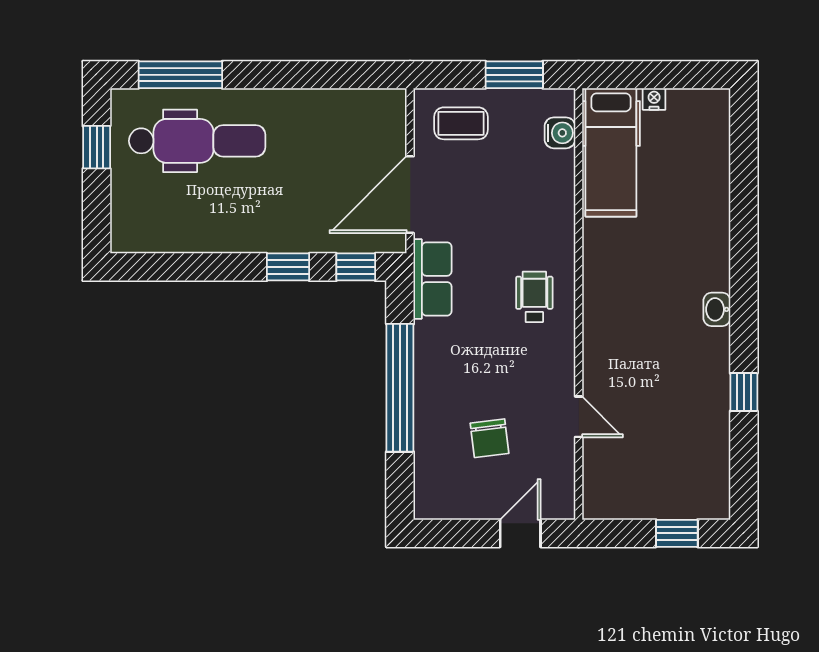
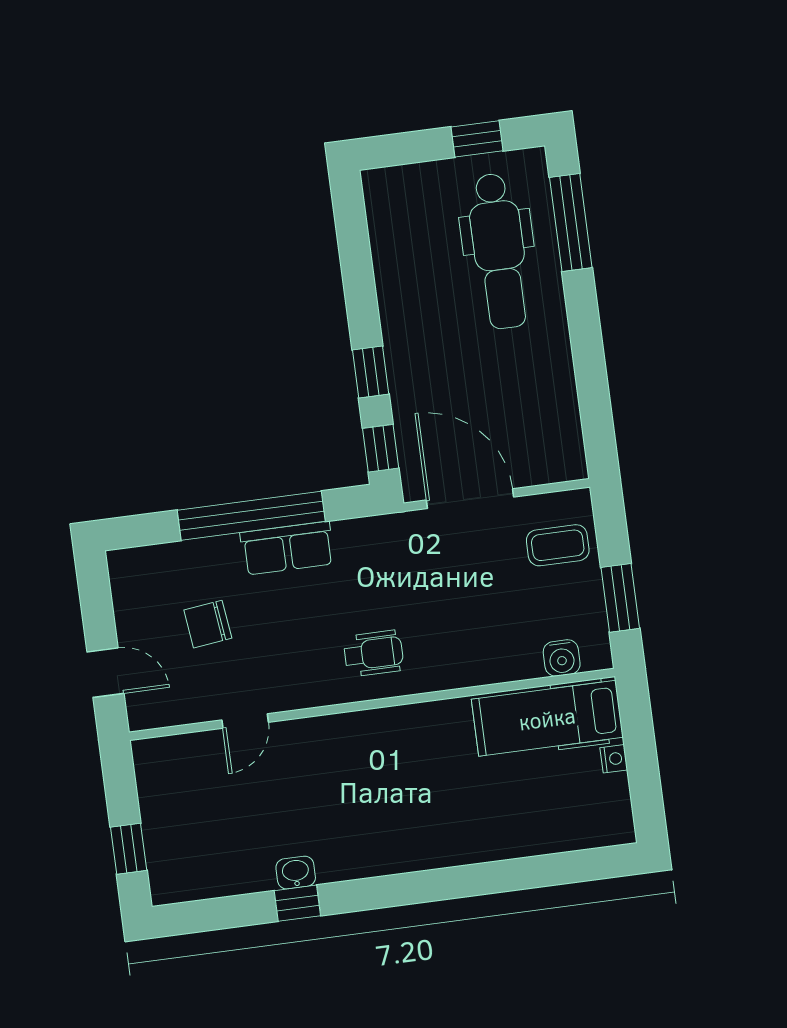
coffee table: (461, 123) -> (558, 545), turned 90
row of seats: (432, 279) -> (287, 548), moved
washbasin: (717, 309) -> (296, 873), moved

